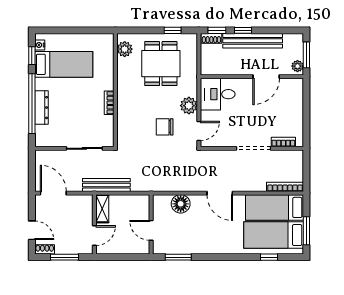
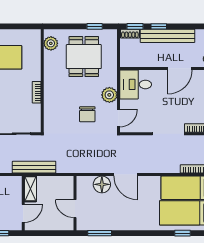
chair: (165, 127) -> (87, 114), turned -90
door: (220, 193) -> (126, 175), moved

